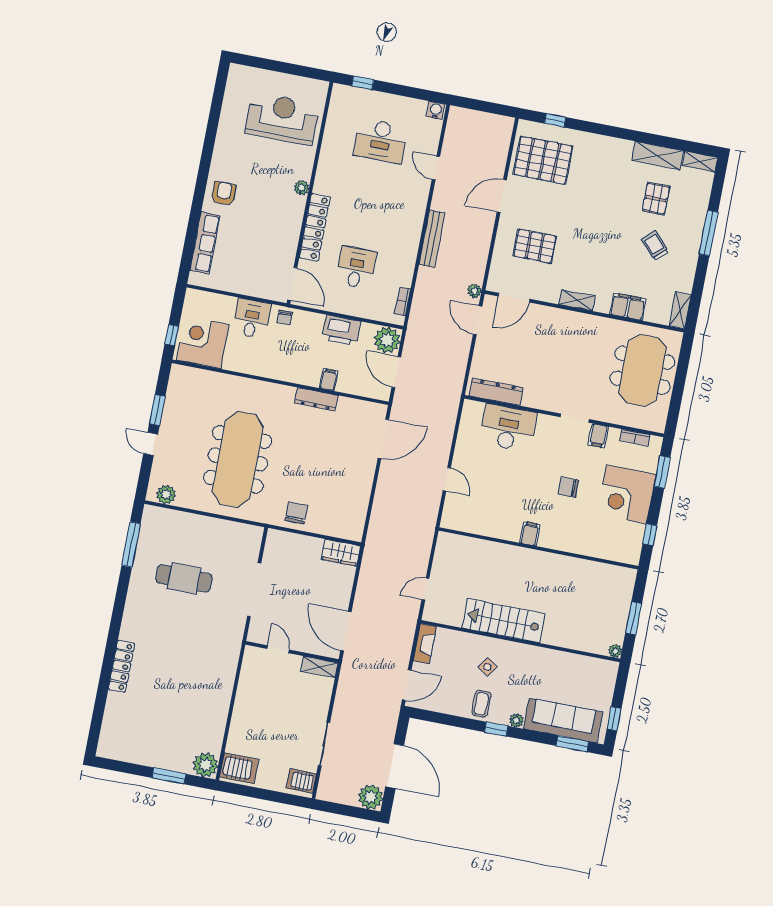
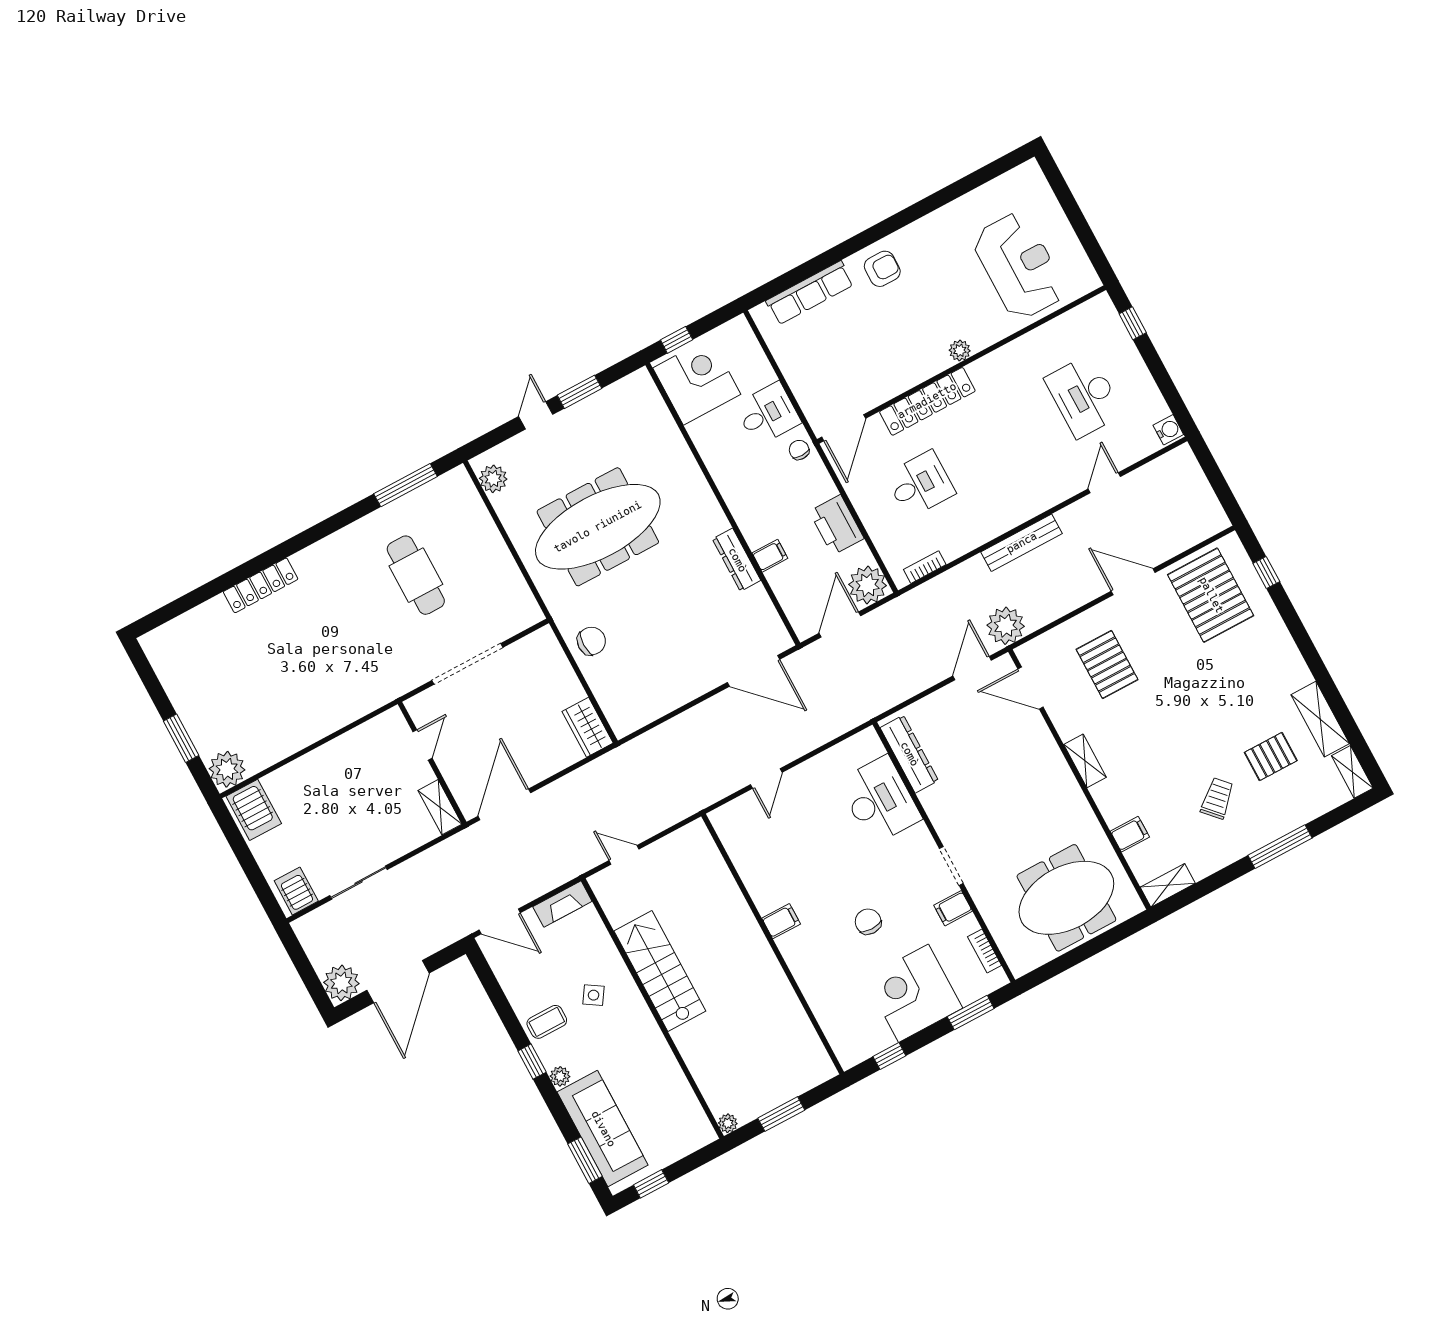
plant: (474, 291) -> (1006, 626), width x1.88, depth x1.88
filing cabinet: (628, 307) -> (1130, 834), width x0.50
chair: (285, 318) -> (799, 450), turned 90

